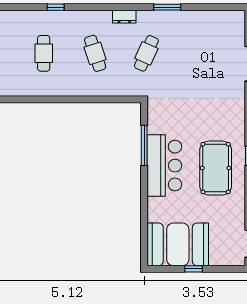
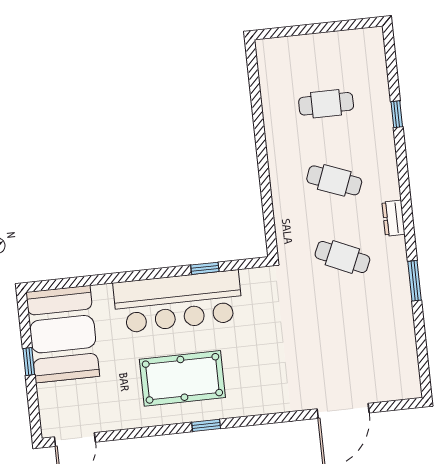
cafe table: (95, 53) -> (334, 180), turned 39
window: (144, 145) -> (205, 268), width x0.46
bar counter: (164, 166) -> (178, 302), width x1.36

